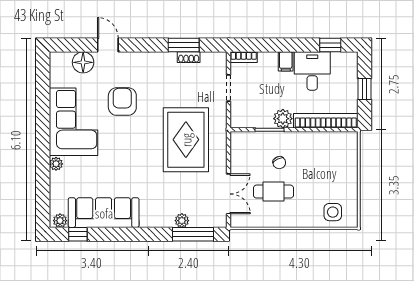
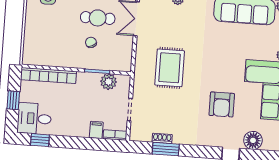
filing cabinet: (286, 61) -> (96, 130), moved
desk: (312, 71) -> (34, 119), moved, turned 90
plant: (283, 119) -> (109, 82), moved
rug: (186, 140) -> (170, 68), width x0.73, depth x0.69

